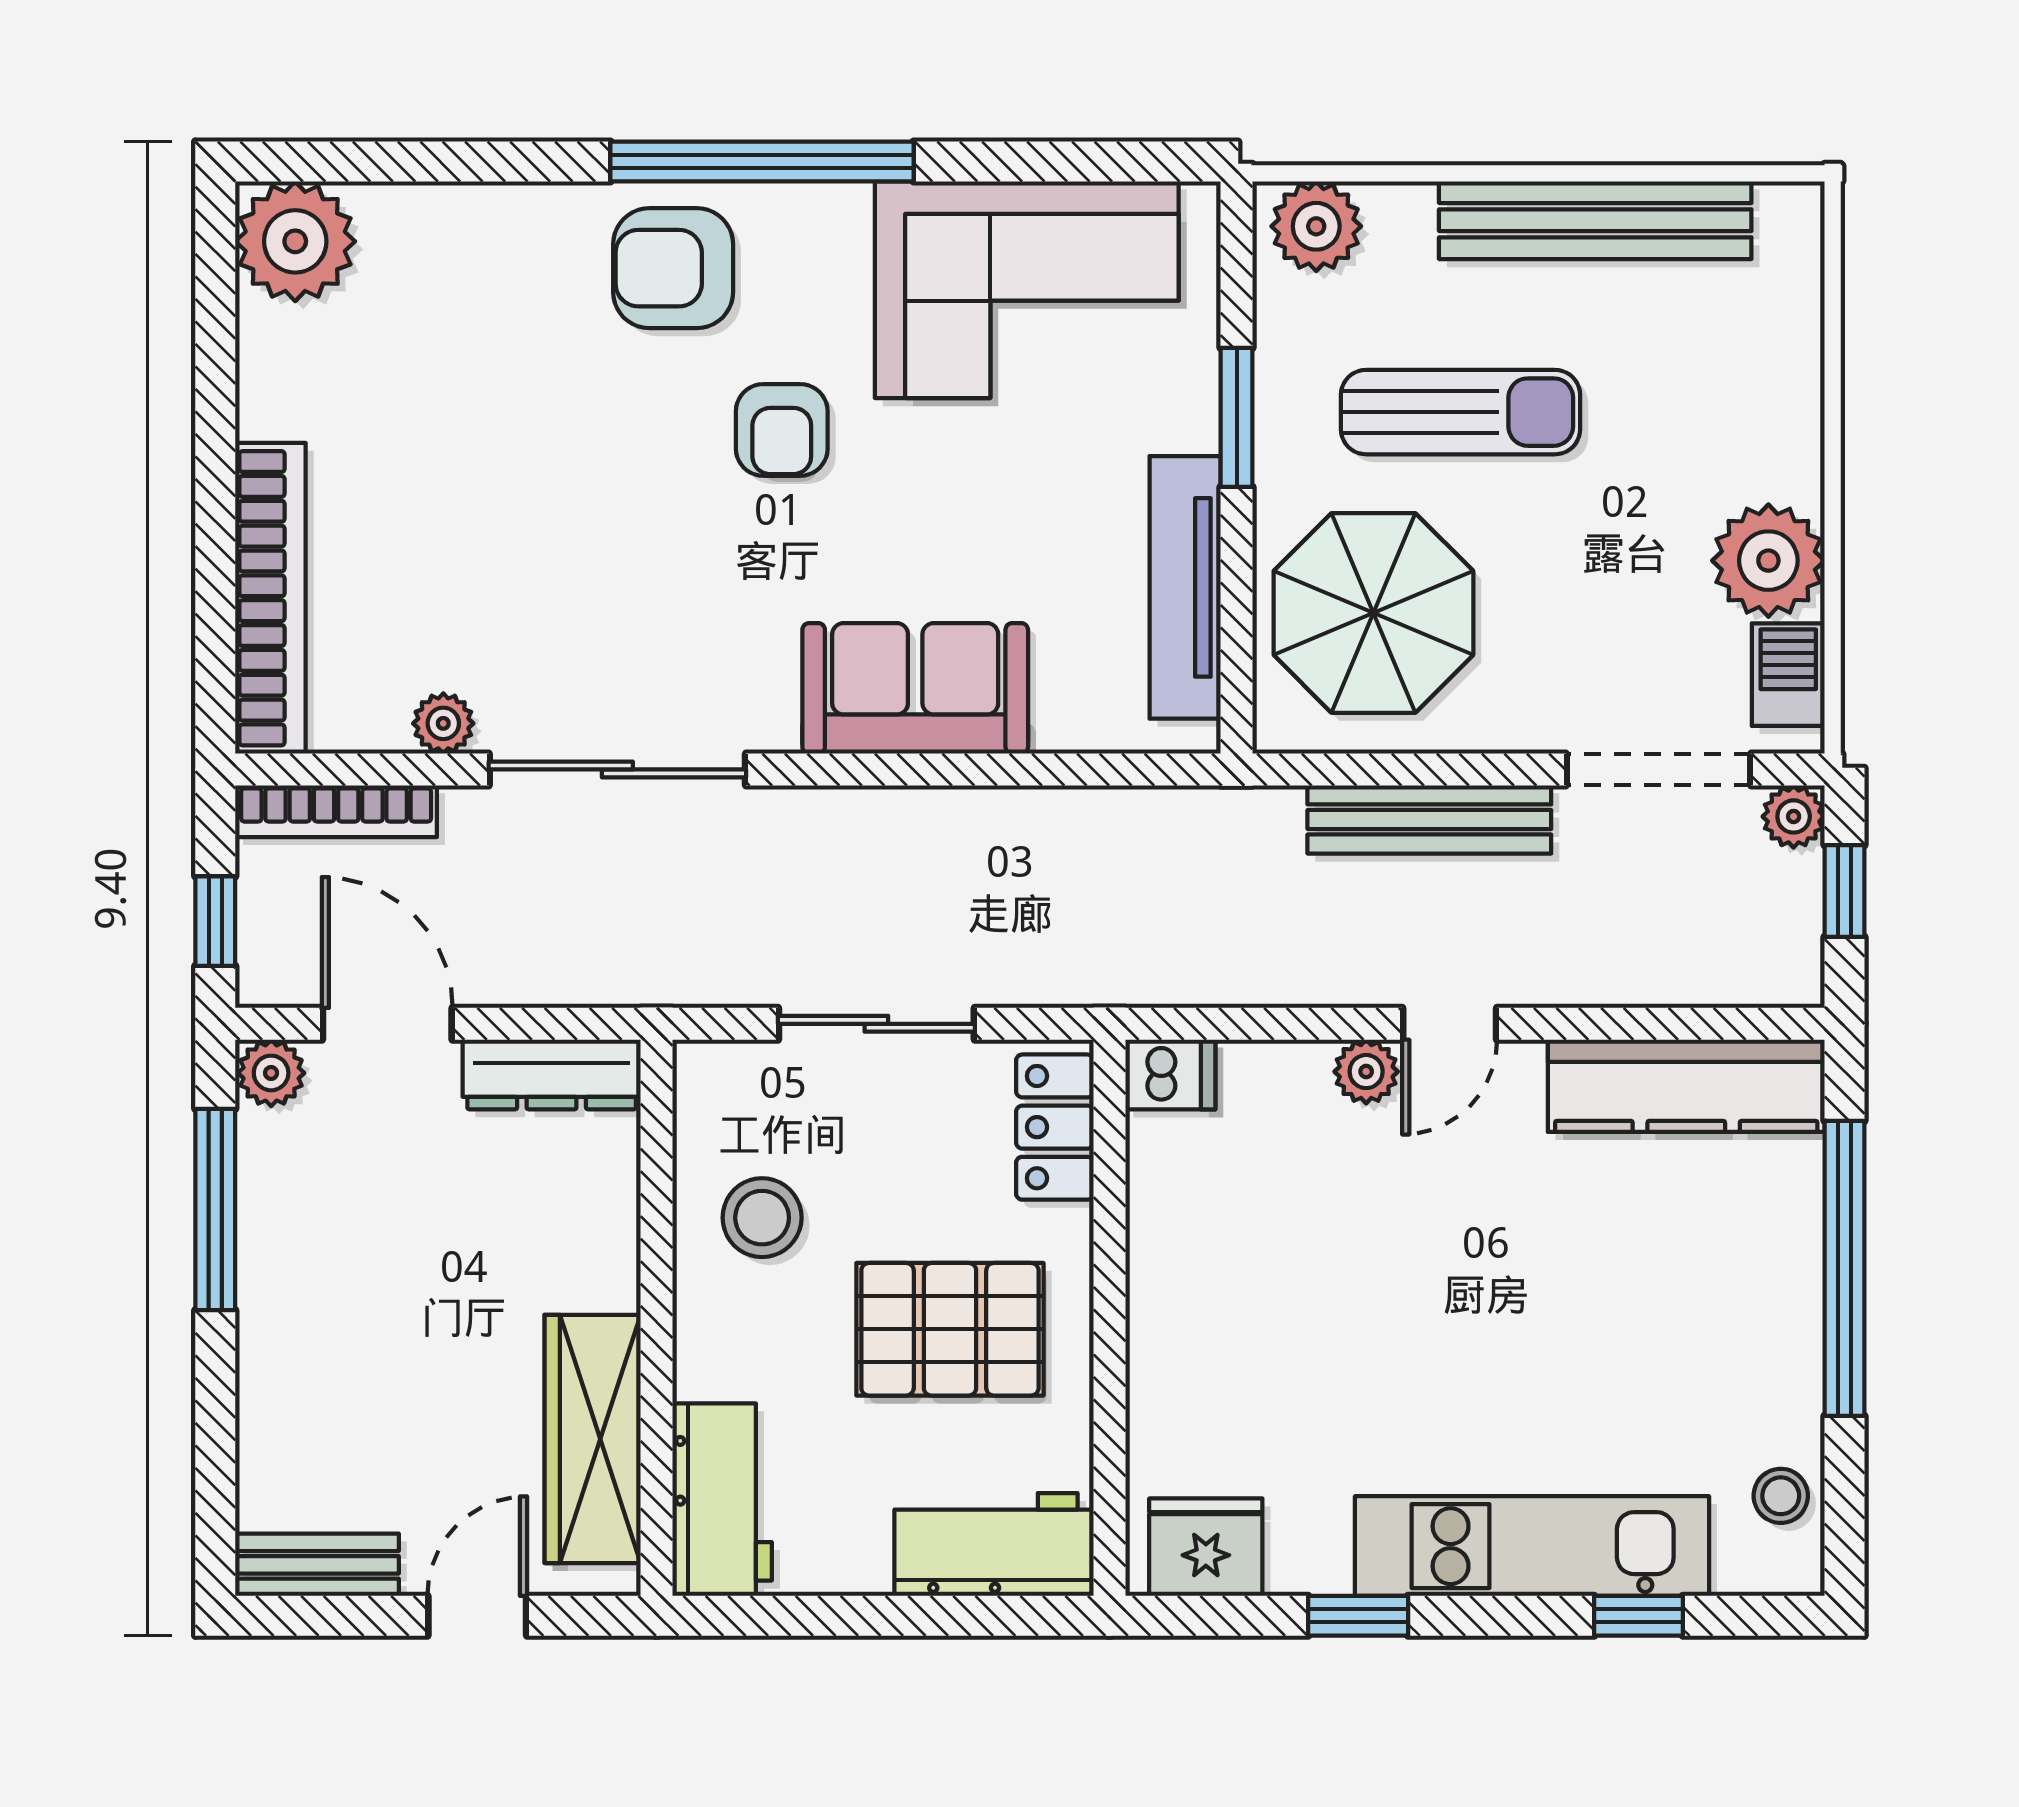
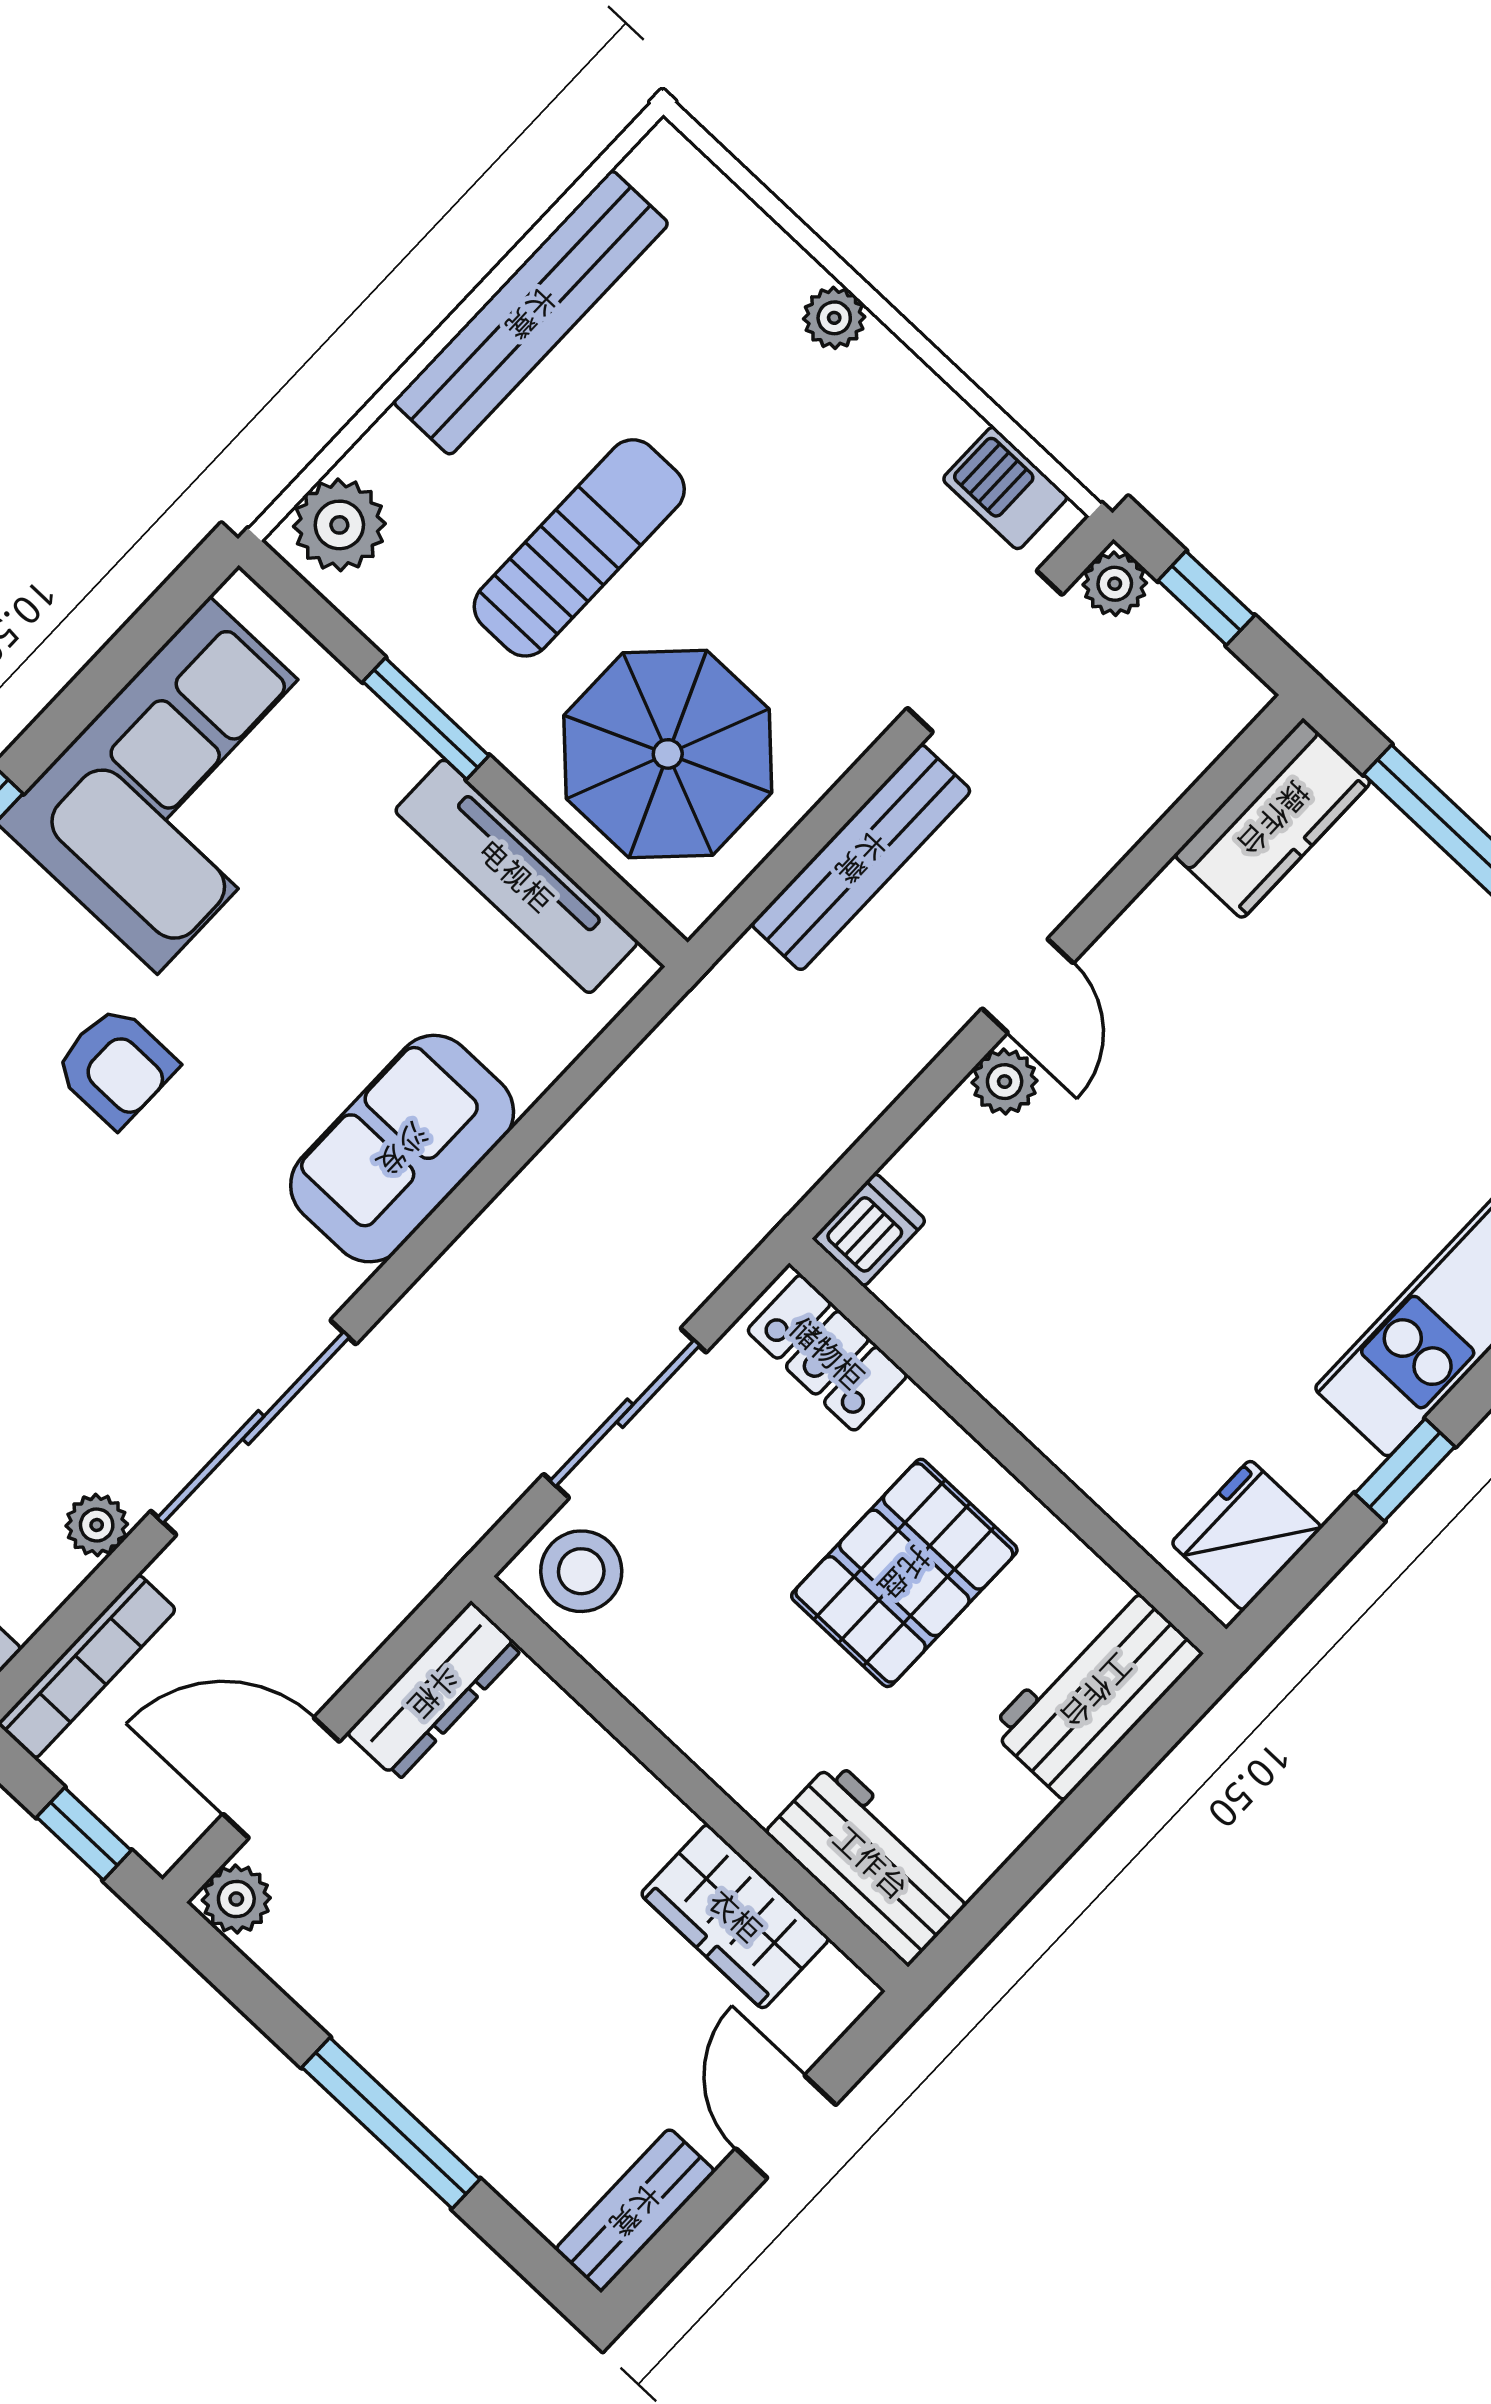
plant: (1768, 561) -> (834, 318), moved, width x0.53, depth x0.53
kitchen counter: (1686, 1086) -> (1273, 819), width x0.67
window: (215, 1209) -> (391, 2123), moved
stool: (762, 1218) -> (581, 1571), moved
wardrobe: (593, 1439) -> (735, 1916), width x0.67

